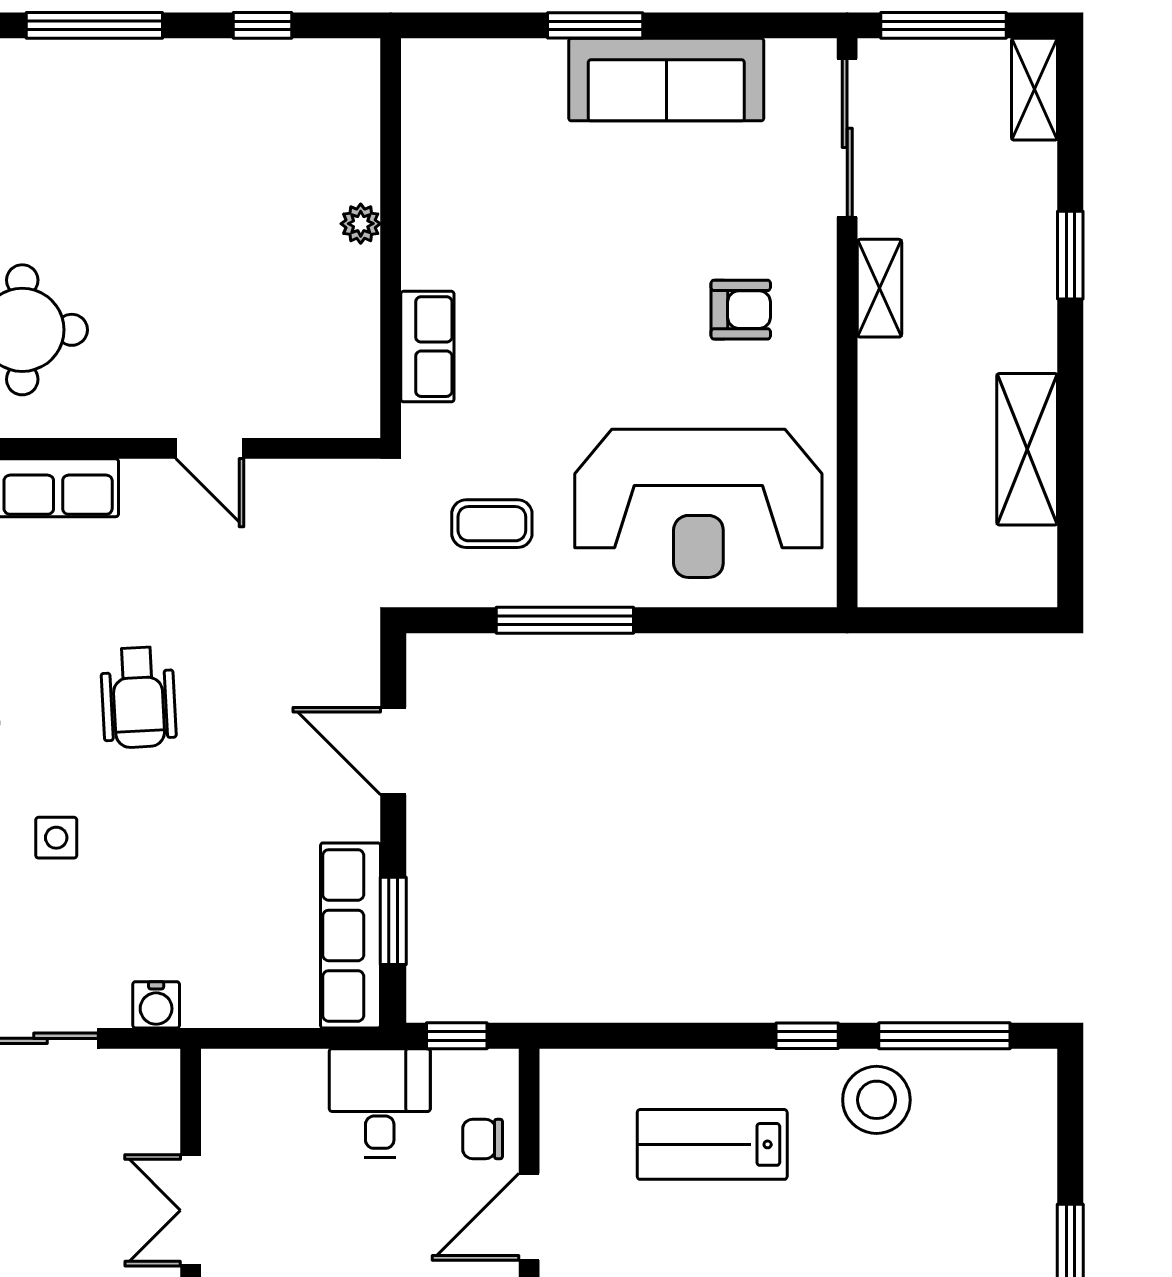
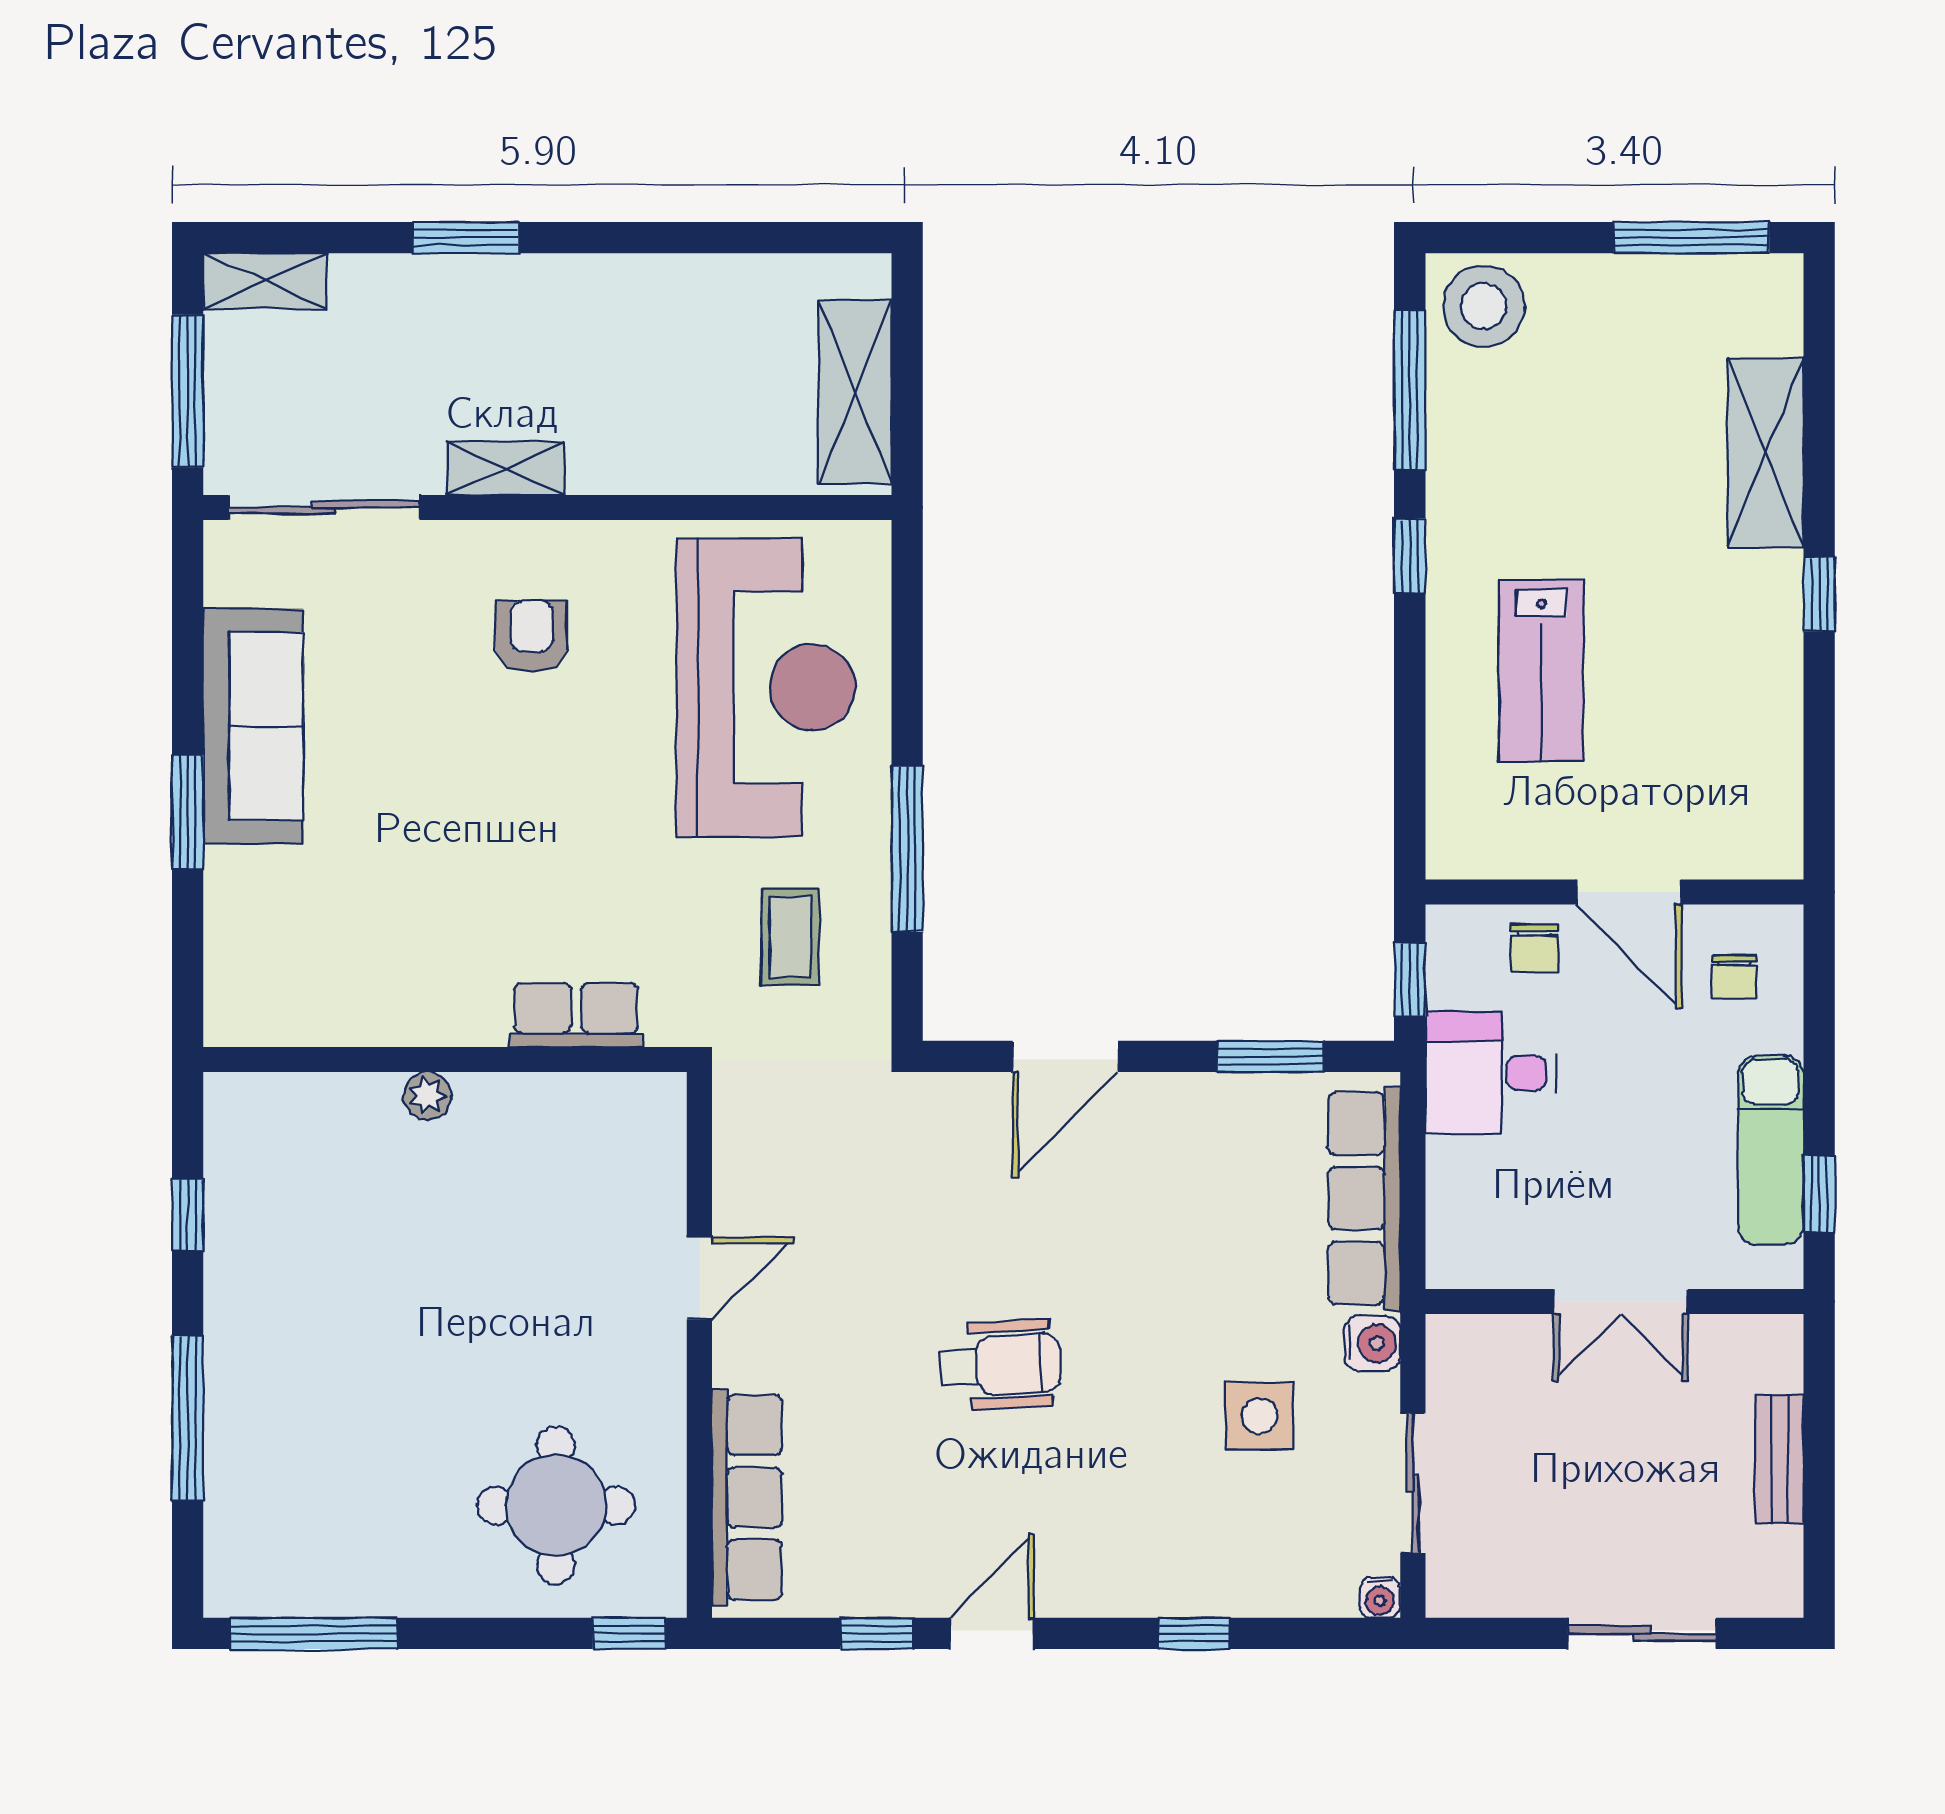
shelving: (1027, 449) -> (855, 392), moved, turned 90
side table: (56, 838) -> (1260, 1416), moved, width x1.37, depth x1.37
row of seats: (350, 935) -> (1364, 1198), moved, turned 90
stool: (876, 1100) -> (1484, 306), moved

